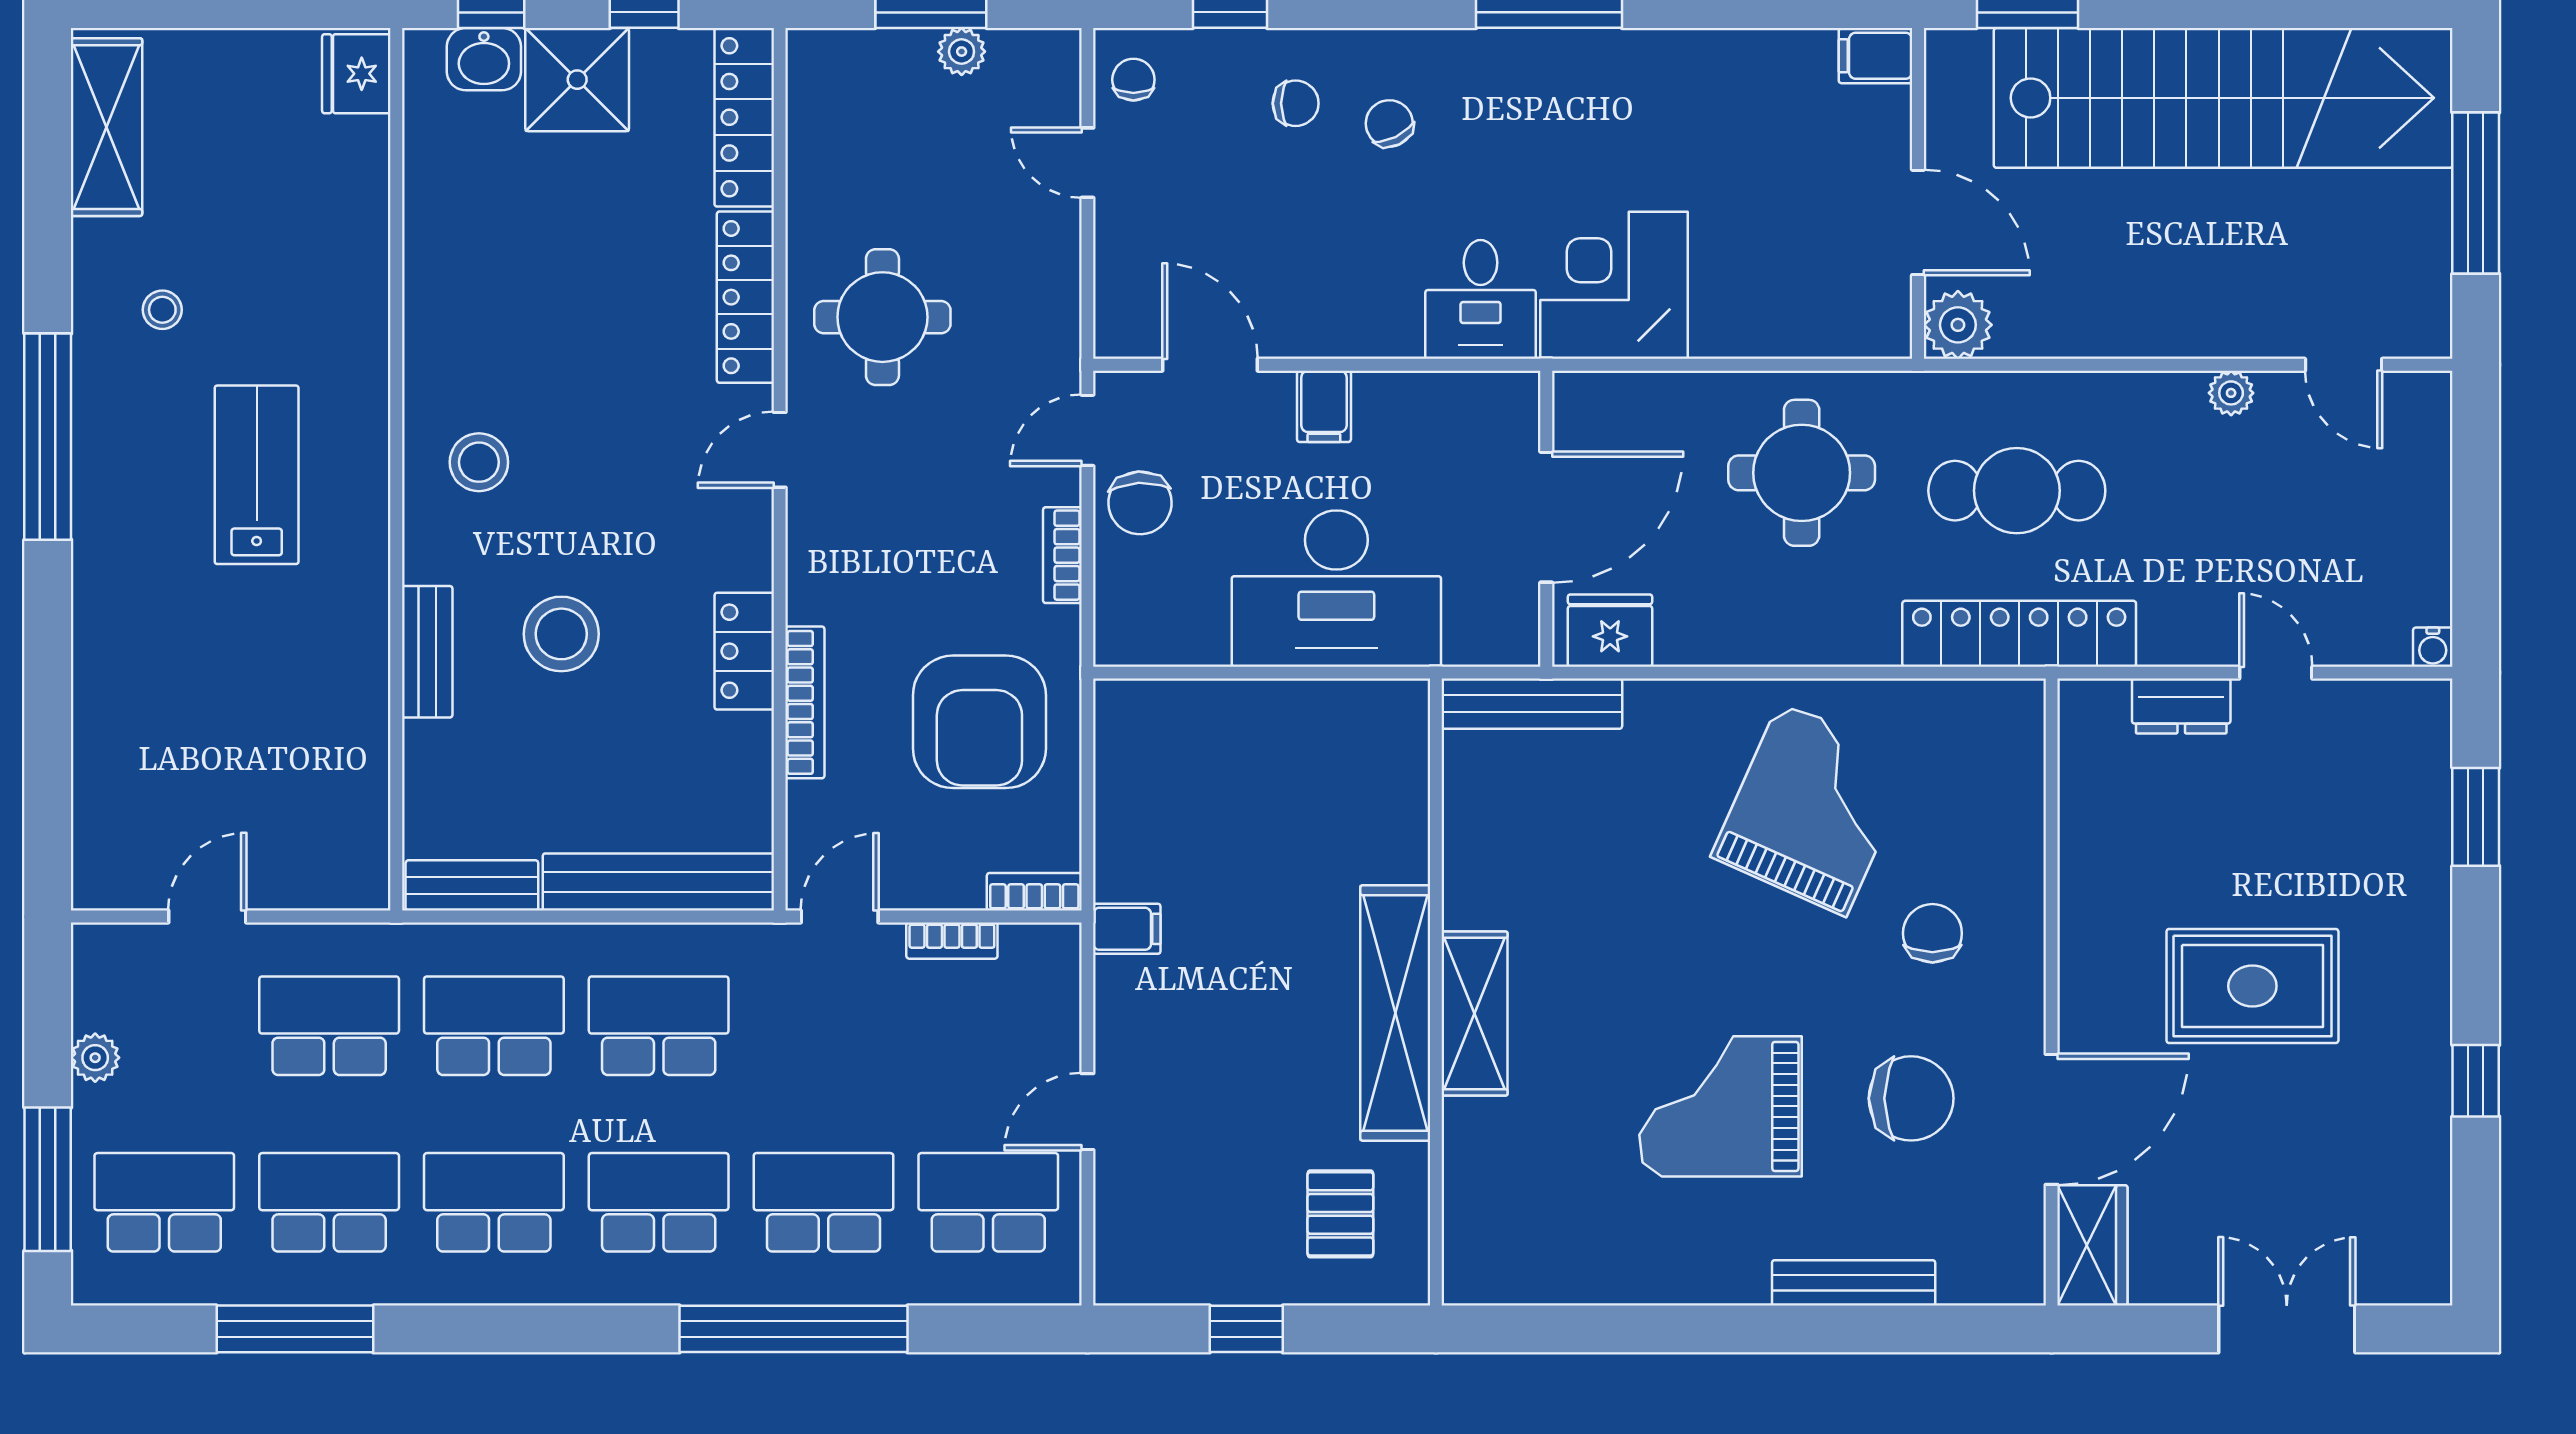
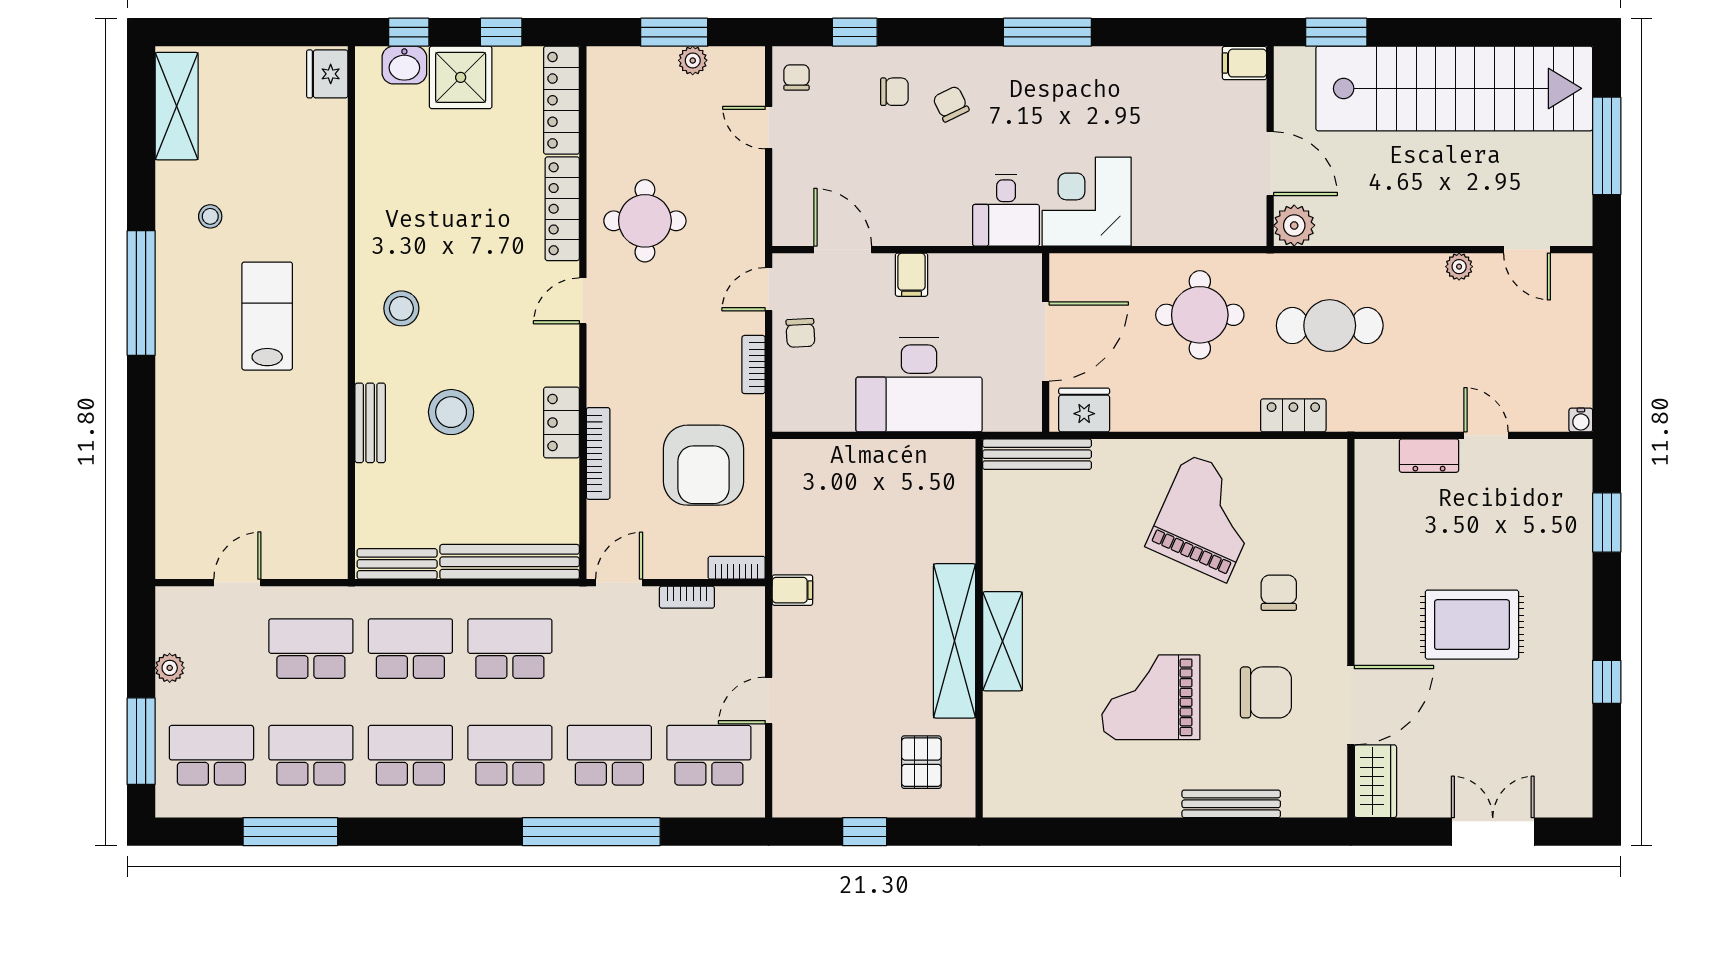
chair: (1140, 503) -> (800, 333), width x0.73, depth x0.73
locker: (2019, 634) -> (1293, 415), width x0.46, depth x0.83

